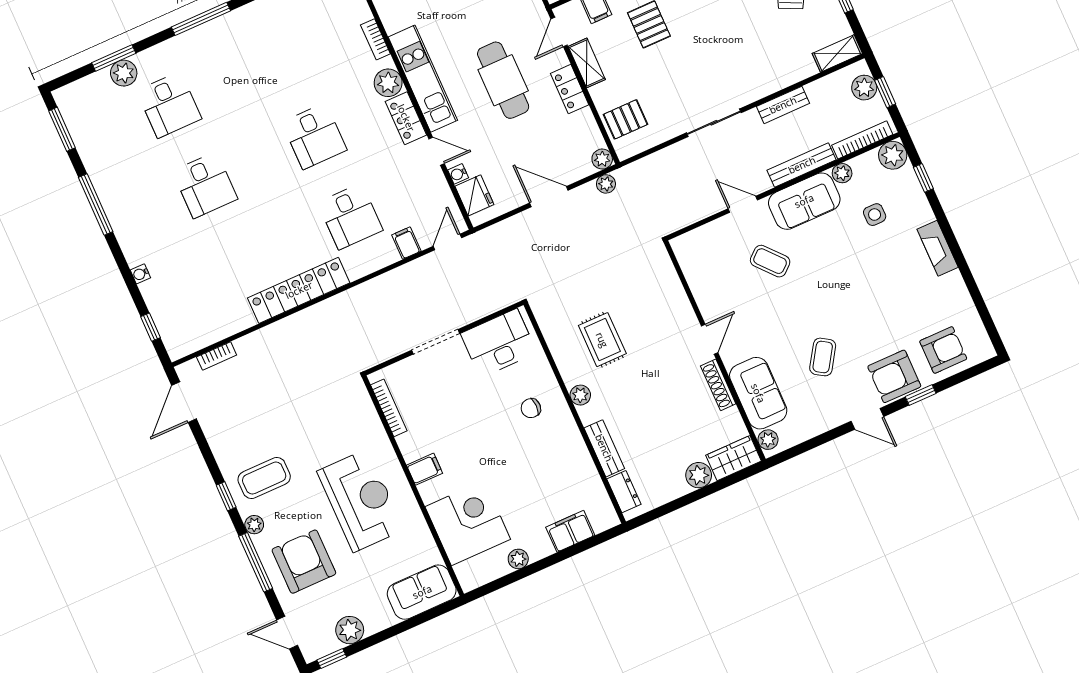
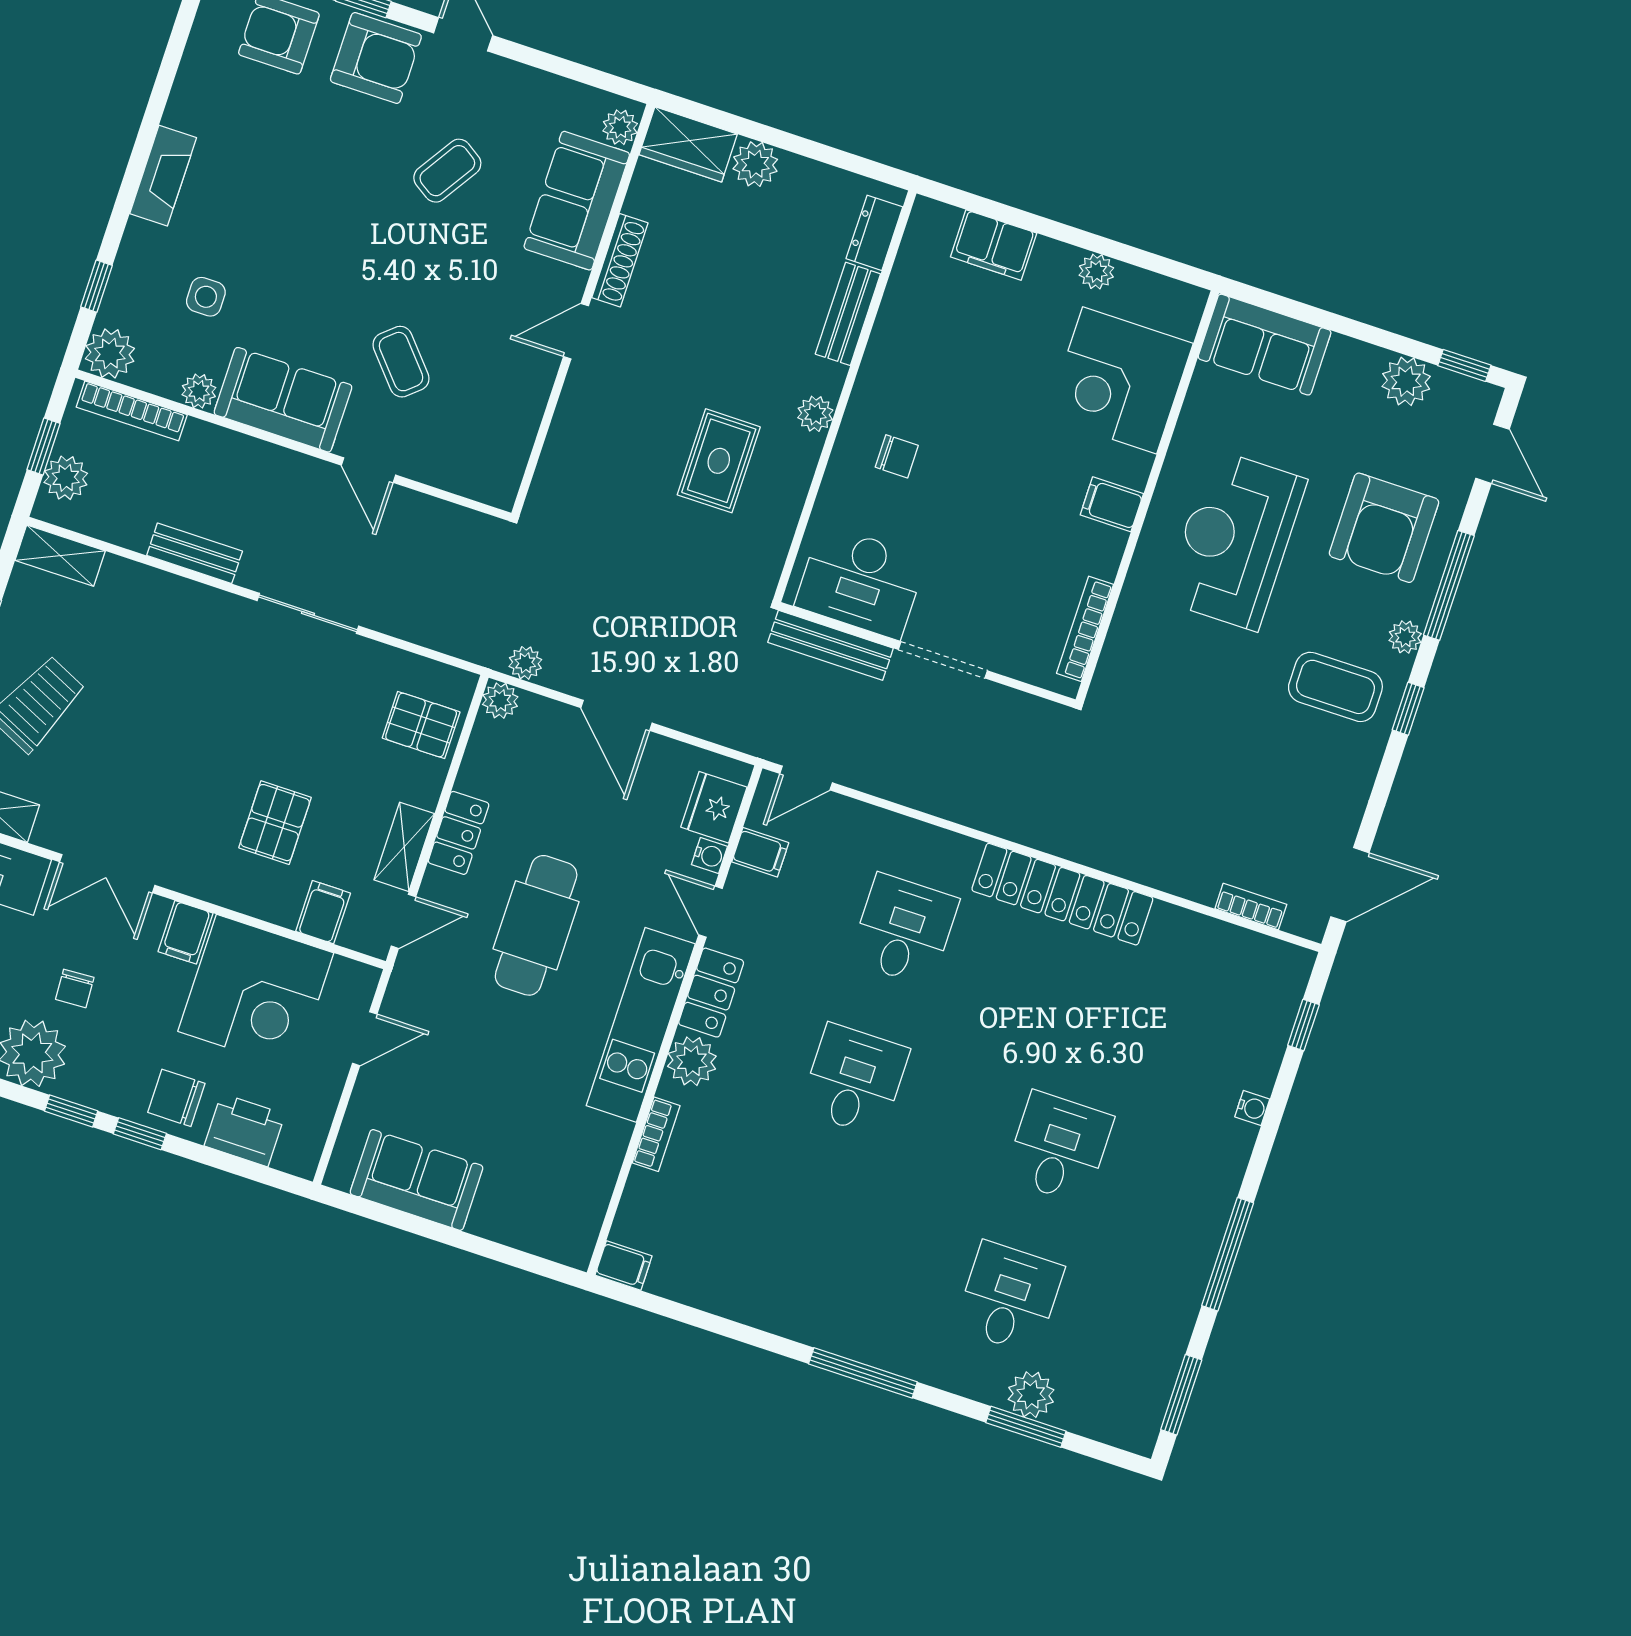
bench: (802, 165) -> (831, 645), moved
filing cabinet: (406, 243) -> (760, 852), moved, turned -90

